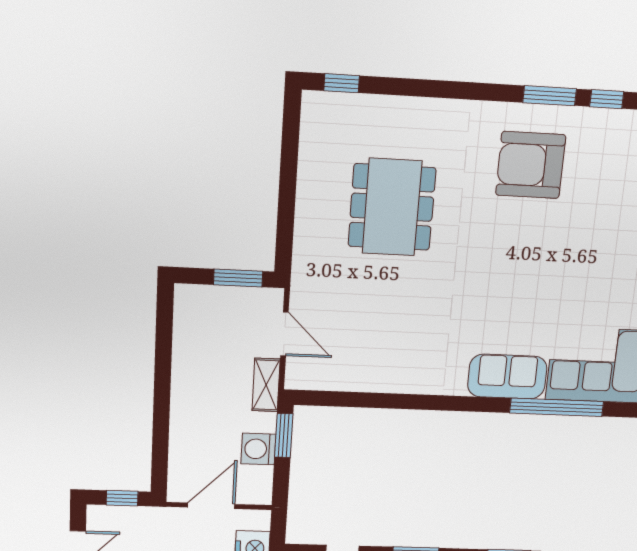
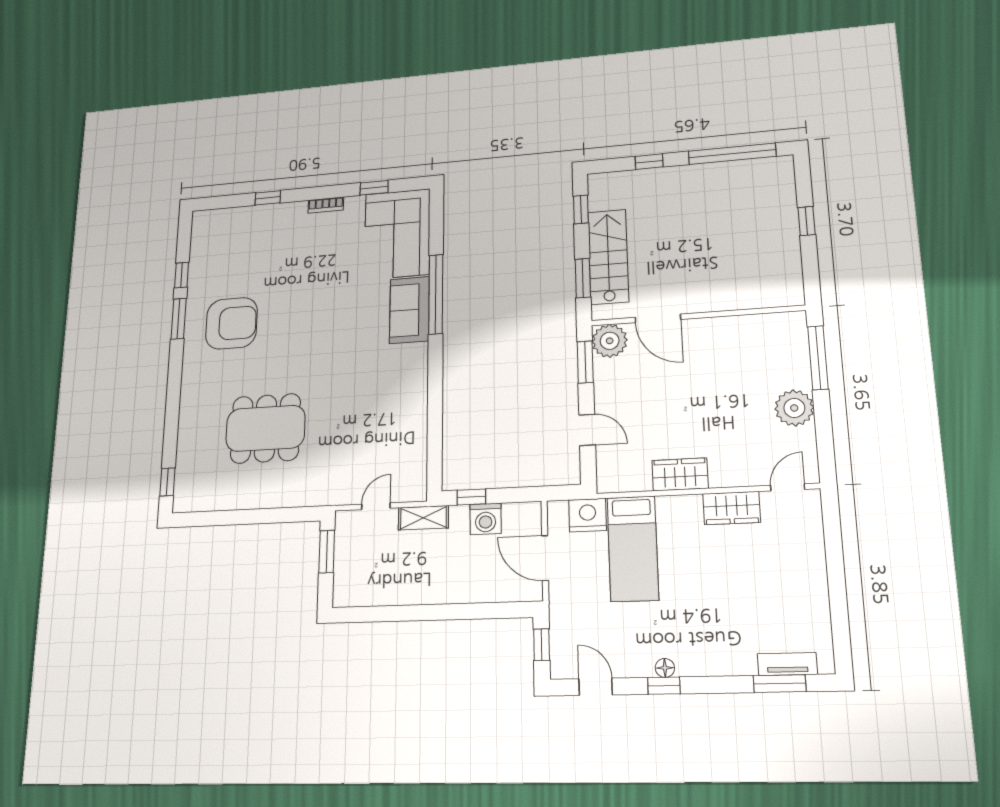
armchair: (531, 165) -> (232, 323), turned -90
door: (284, 334) -> (376, 506), width x0.73
window: (557, 407) -> (436, 294), moved
window: (284, 435) -> (471, 497), width x0.67

